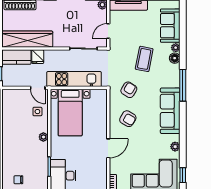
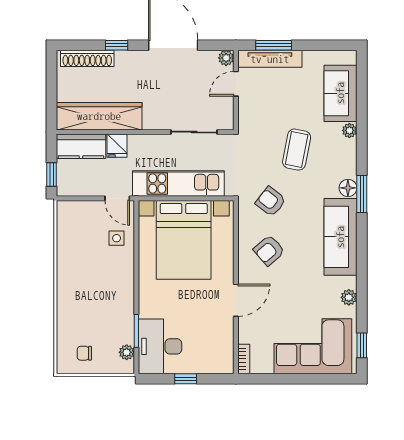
door: (108, 31) -> (236, 84), moved
floor lamp: (175, 58) -> (348, 188), moved
window: (183, 85) -> (362, 194), width x0.69
armchair: (129, 90) -> (271, 202), turned -83
bed with nightstands: (70, 112) -> (184, 240), width x1.36
armchair: (128, 119) -> (269, 250), turned 109
plant: (43, 137) -> (127, 352), moved

